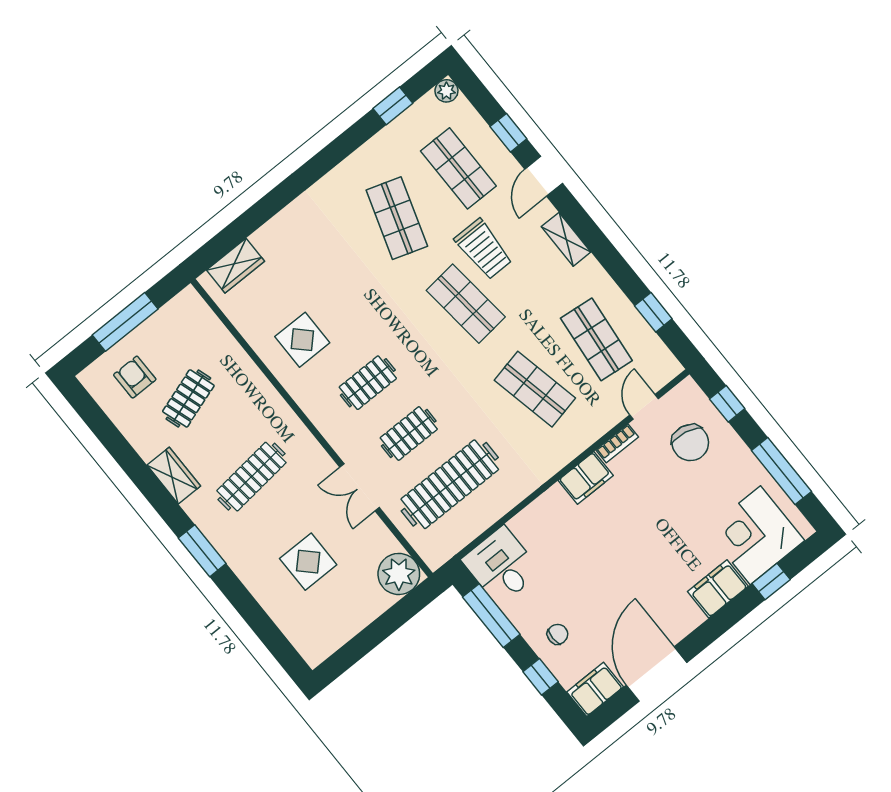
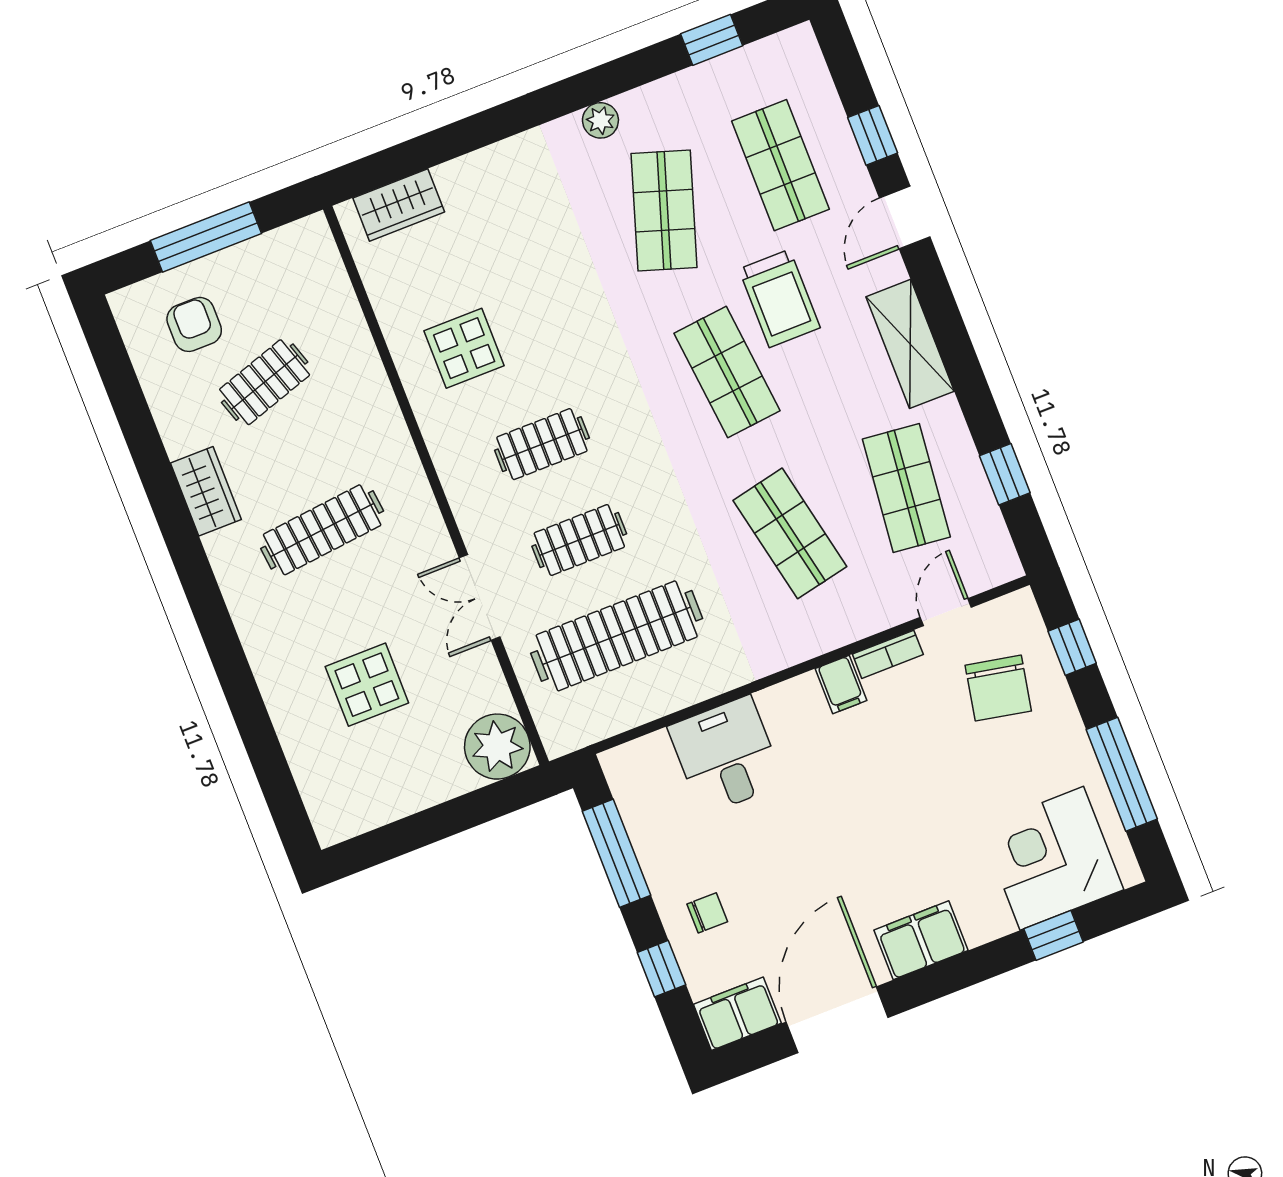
plant: (446, 91) -> (600, 120), moved
shelving: (566, 239) -> (910, 344), width x1.50, depth x1.33
filing cabinet: (586, 478) -> (841, 685), width x0.50
window: (202, 551) -> (213, 618), removed
desk: (501, 566) -> (726, 755), moved
filing cabinet: (718, 589) -> (921, 940), moved

